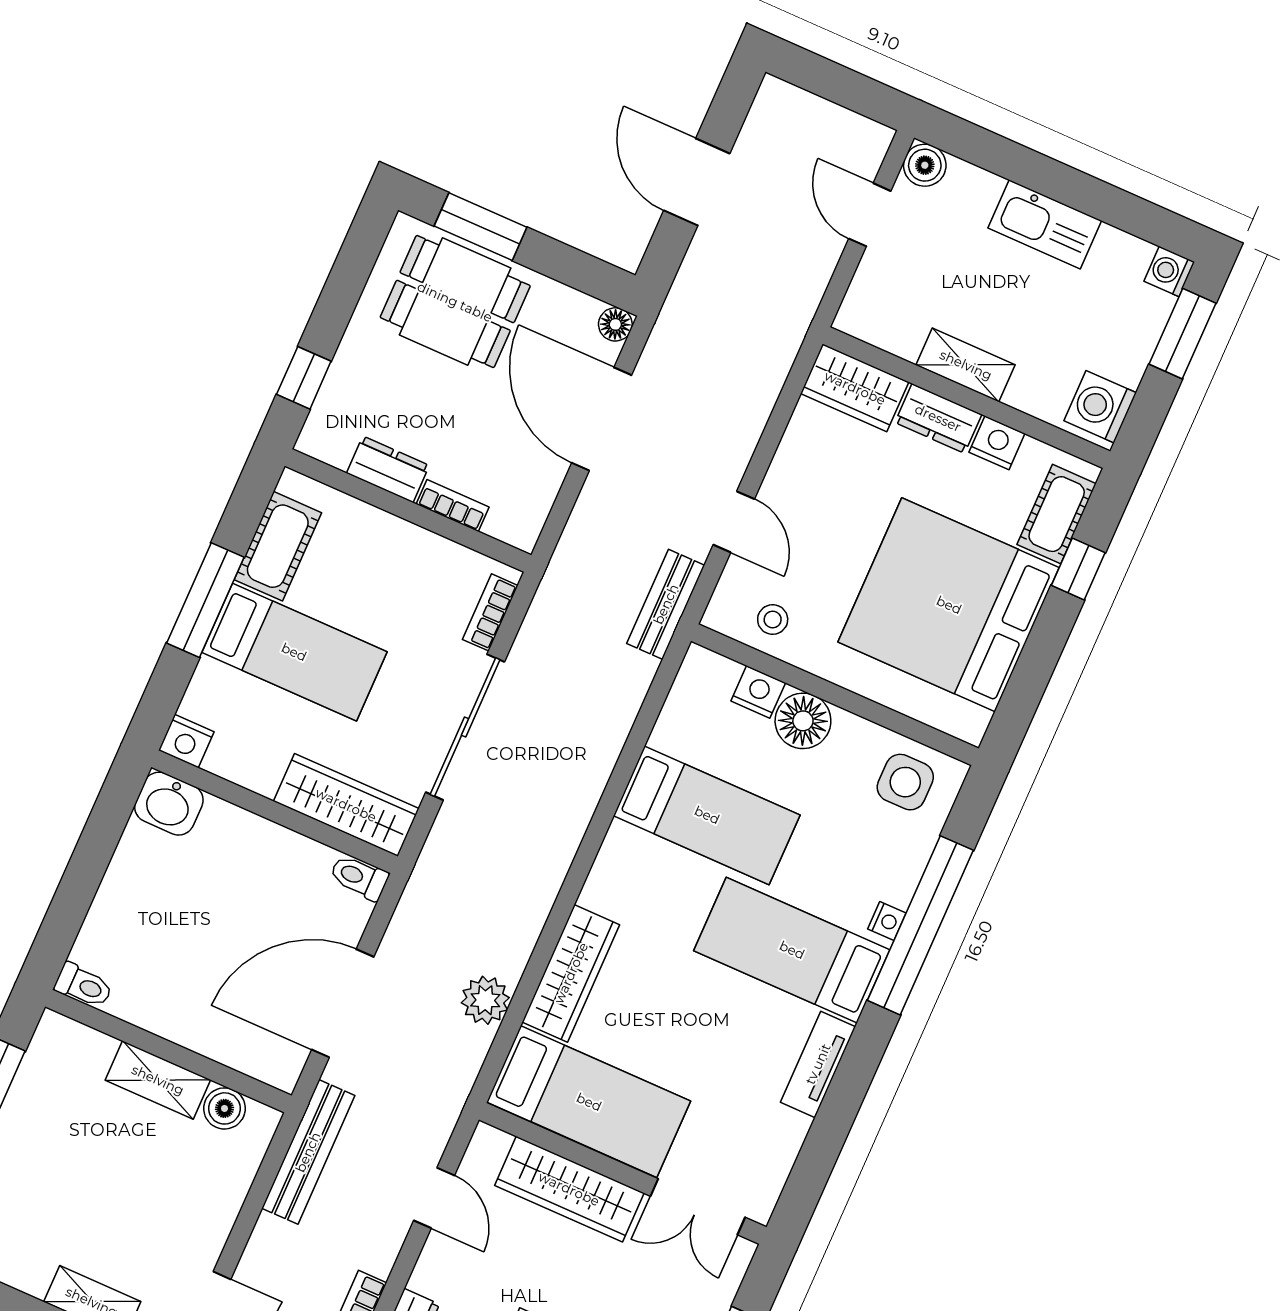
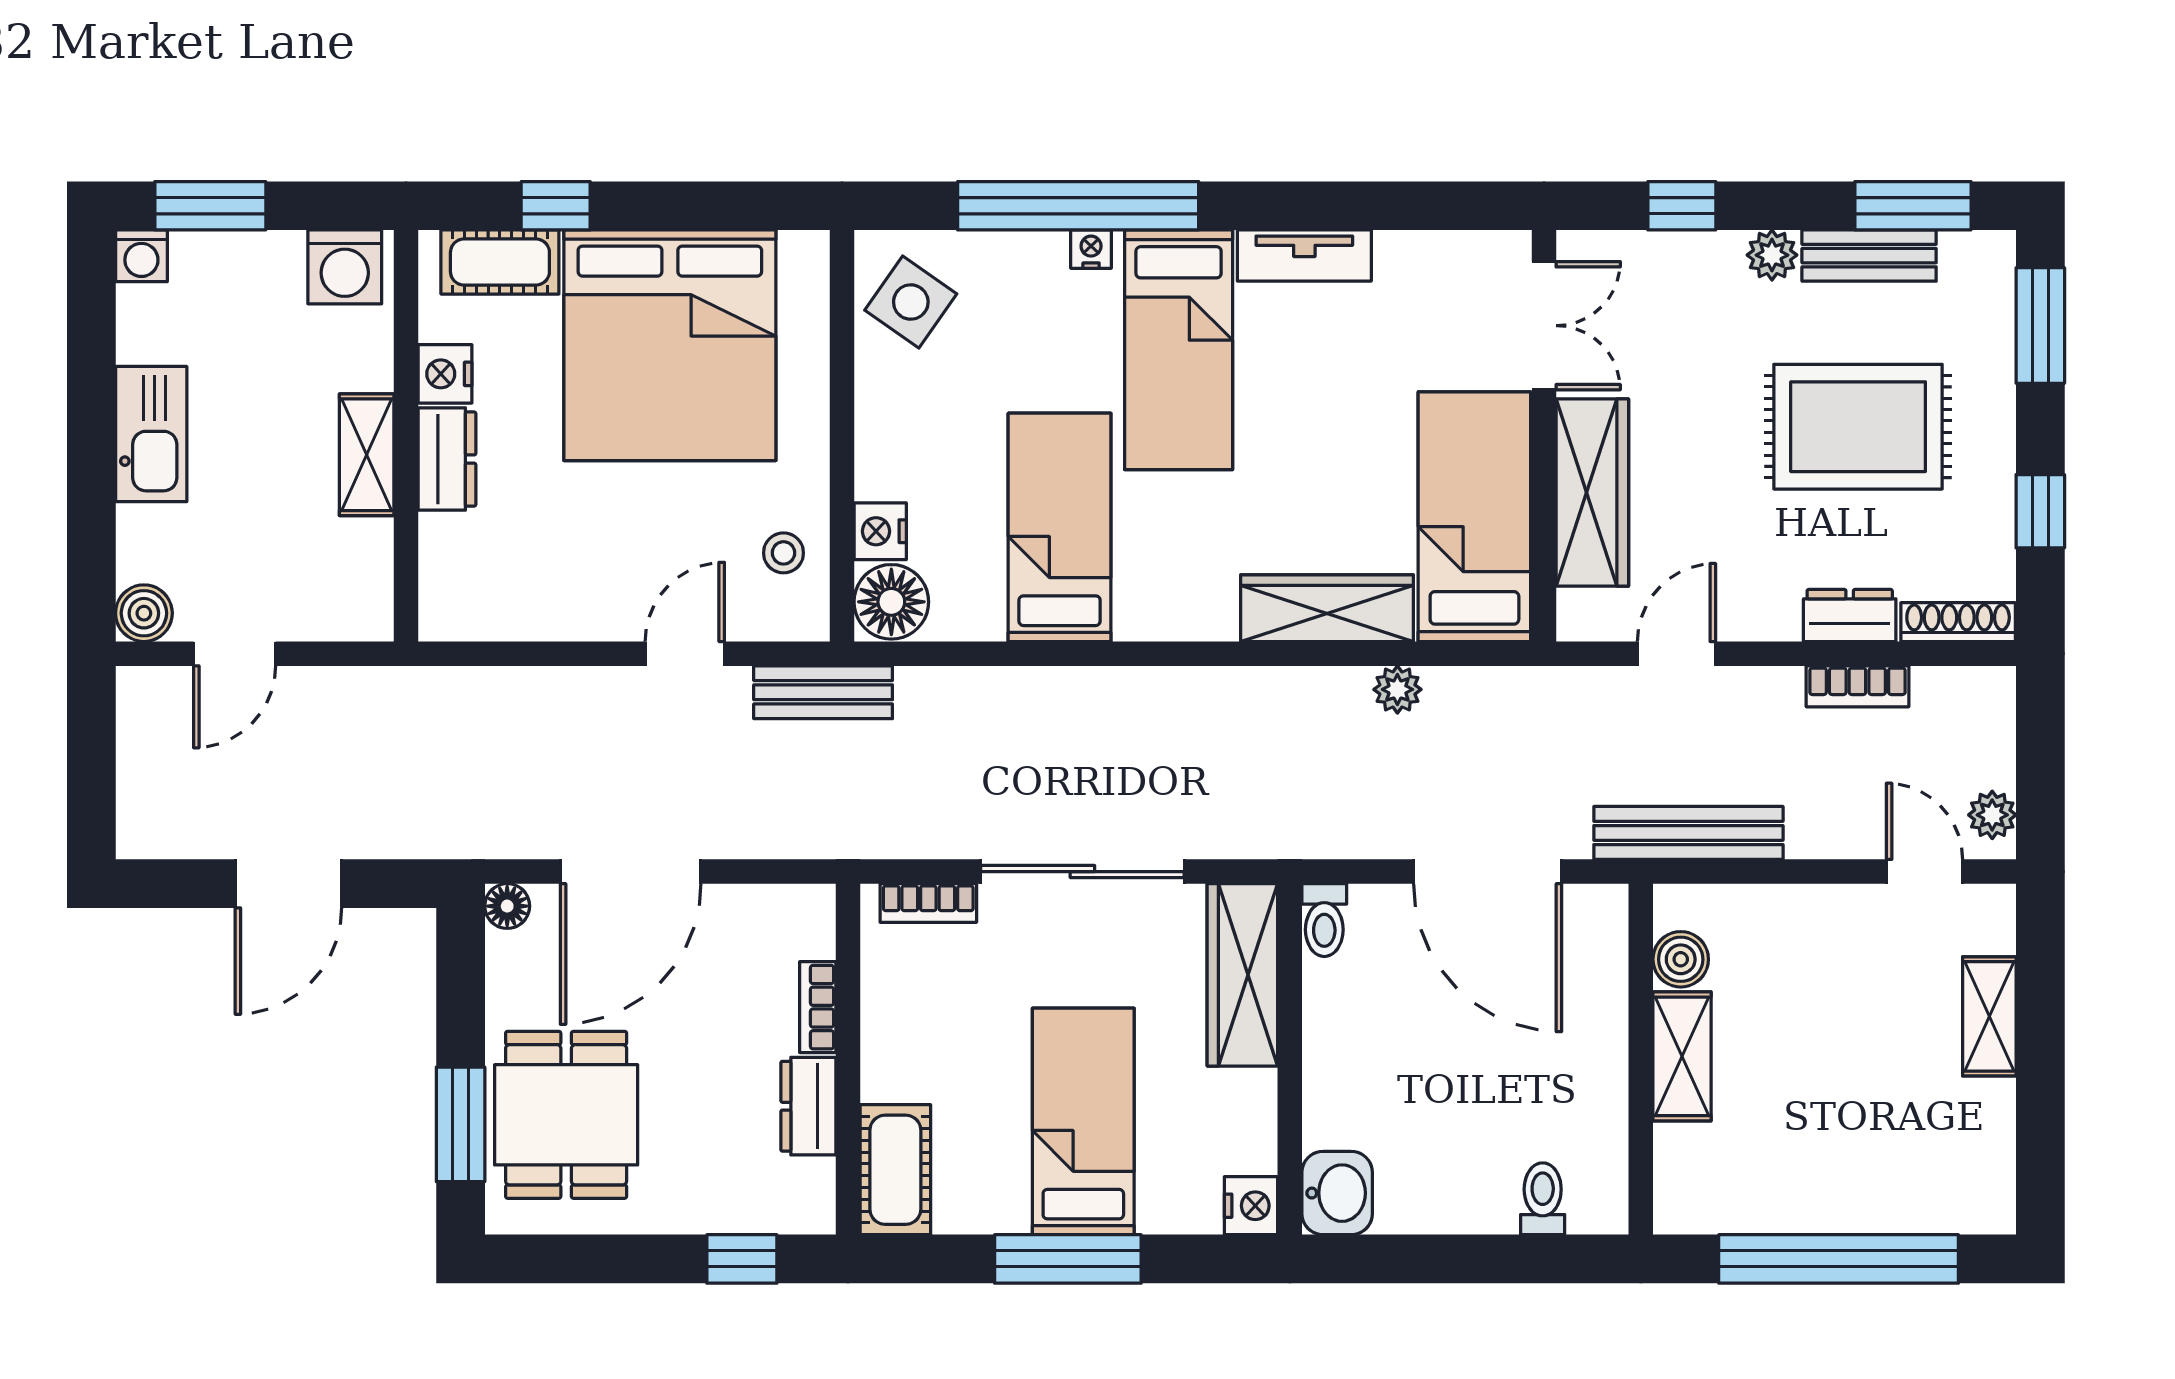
wardrobe: (855, 388) -> (455, 578), removed
cot: (278, 546) -> (895, 1170), moved, turned 90
floor lamp: (803, 721) -> (891, 602), moved
side table: (905, 782) -> (911, 302), turned 35
toilet: (84, 986) -> (1543, 1199), moved
plant: (485, 1000) -> (1397, 689), width x0.73, depth x0.73

